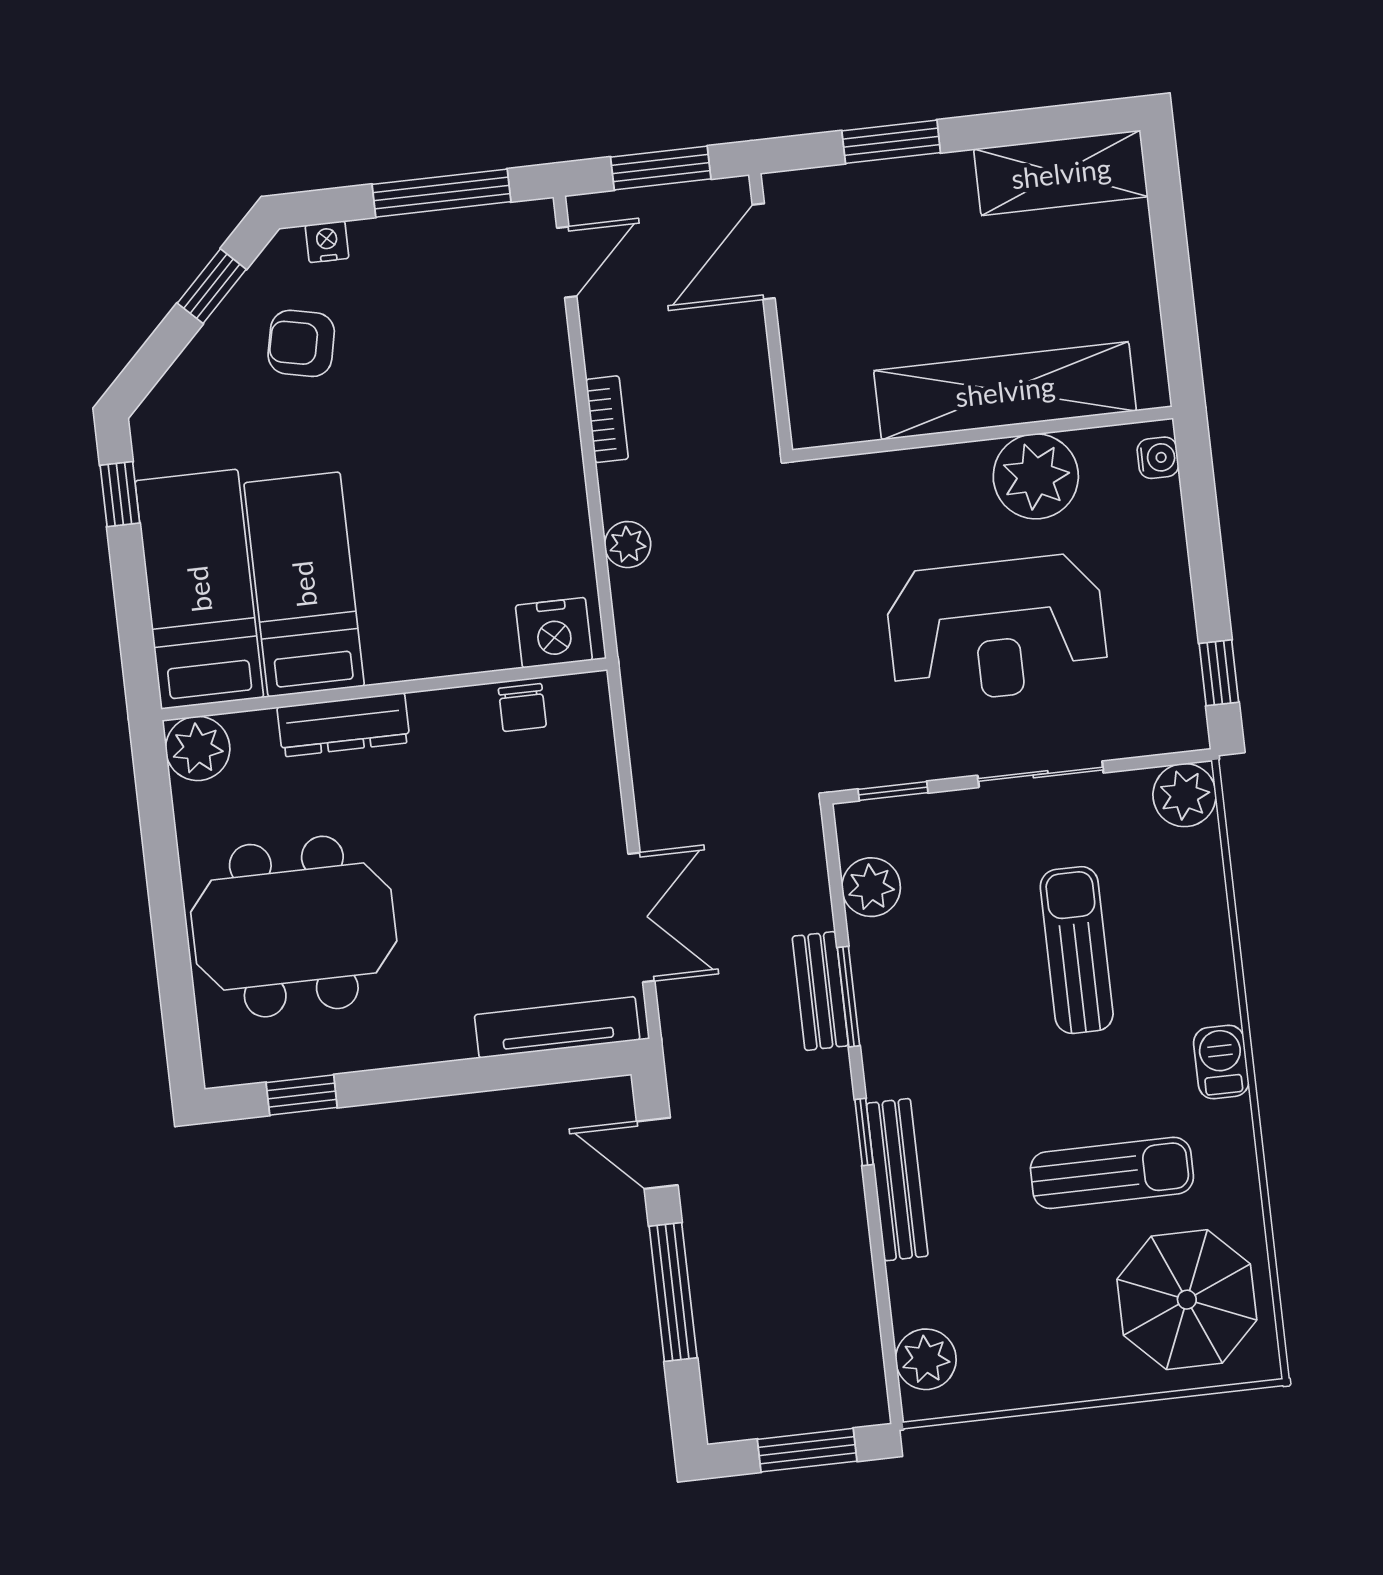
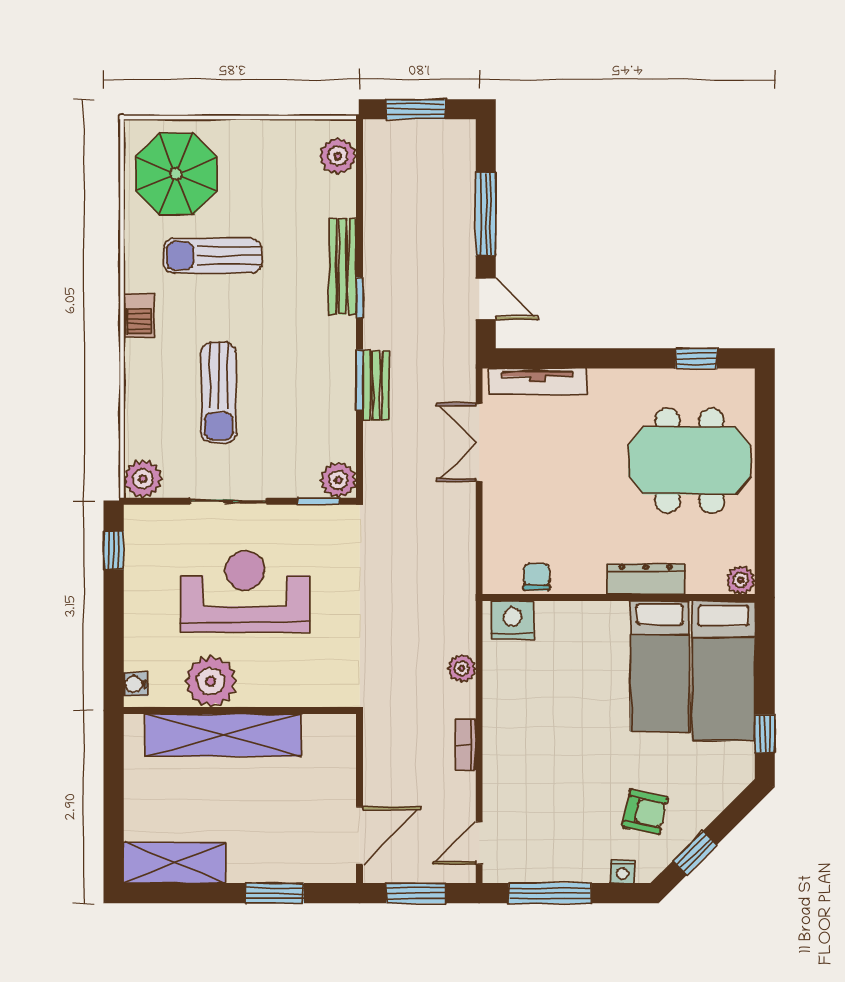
plant: (198, 748) -> (741, 580), width x0.73, depth x0.73
plant: (871, 887) -> (338, 480), moved

